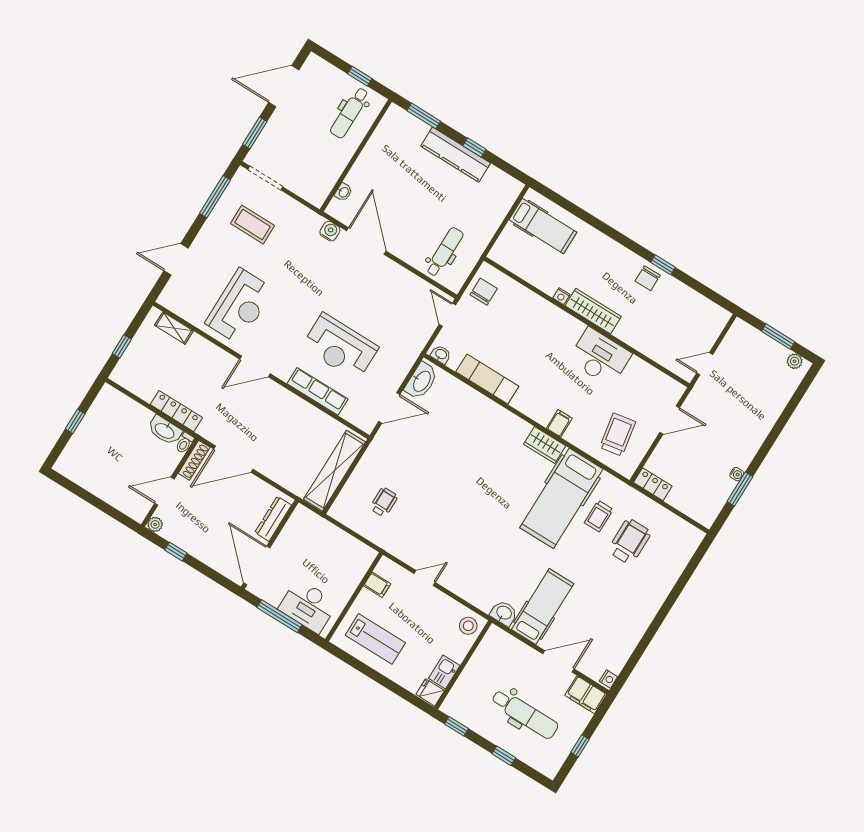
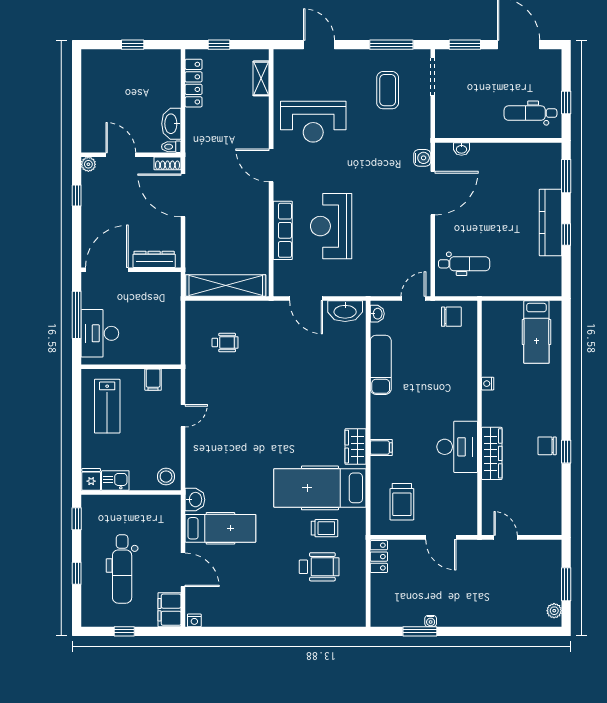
wardrobe: (593, 311) -> (492, 453), moved
locker: (176, 411) -> (194, 83), moved
trolley: (618, 435) -> (402, 502), turned 100
shoe rack: (194, 460) -> (168, 163), width x0.70
trolley: (599, 516) -> (325, 528), turned 180
door: (425, 578) -> (183, 416), hinge flipped

